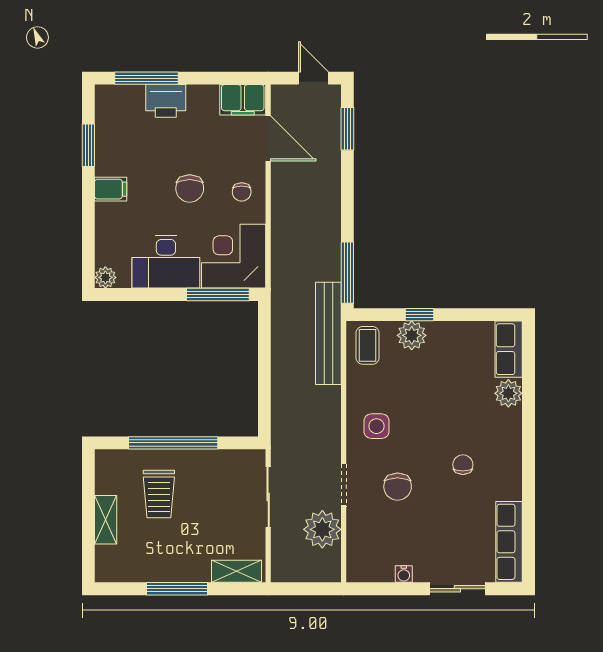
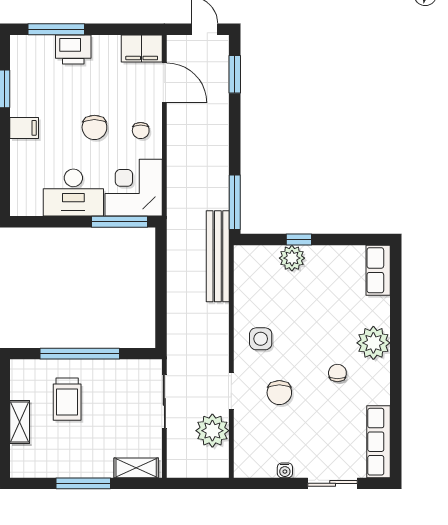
plant: (105, 277) -> (20, 207), removed
coffee table: (368, 345) -> (253, 267), removed
plant: (508, 393) -> (373, 343), moved, width x1.36, depth x1.36

